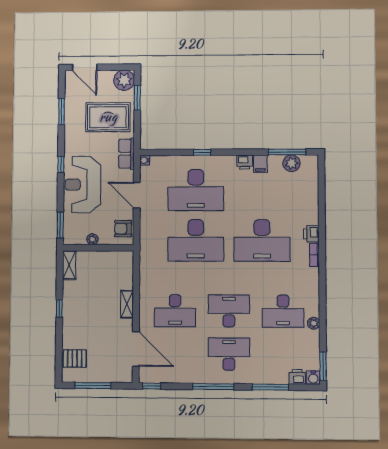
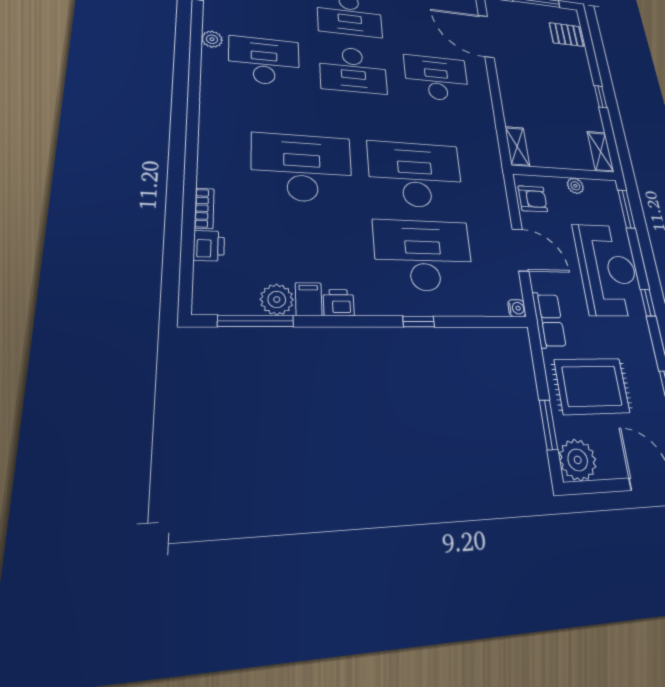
plant: (291, 163) -> (277, 299), moved
printer: (311, 234) -> (209, 246), moved
bookcase: (314, 255) -> (204, 208), moved
shelving: (127, 304) -> (517, 146), moved

